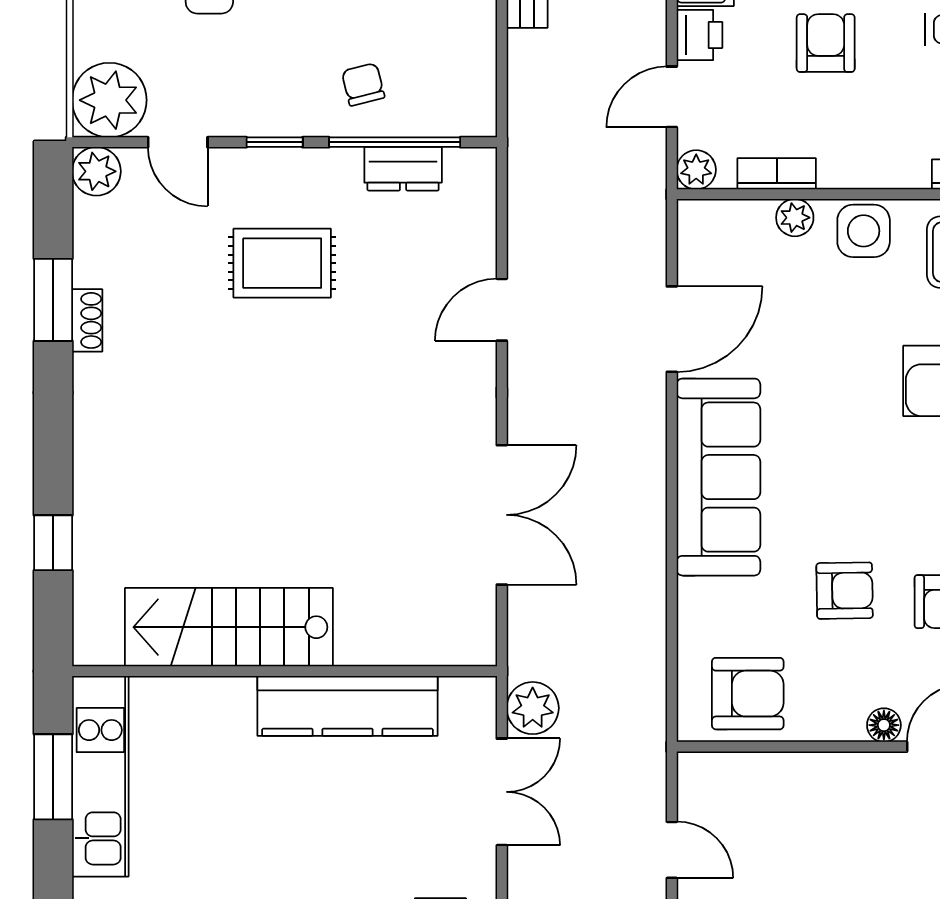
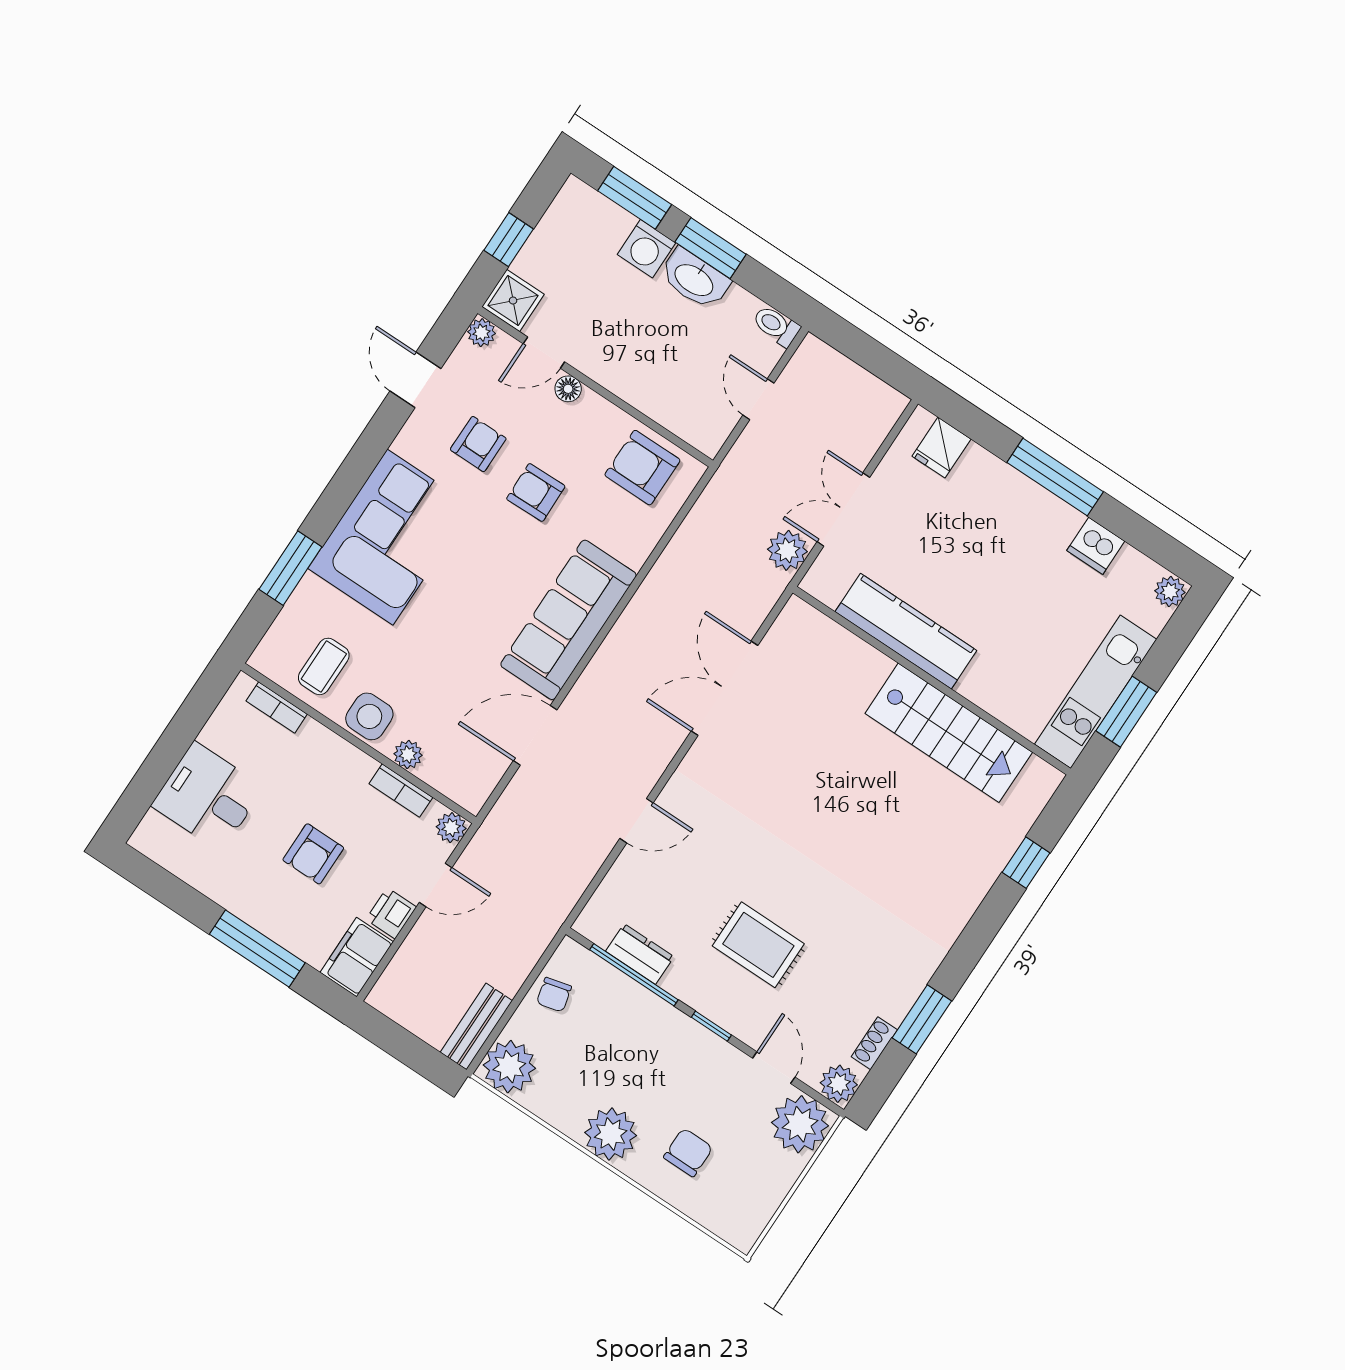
chair: (363, 84) -> (554, 995), moved
shoe rack: (87, 320) -> (874, 1043), moved

